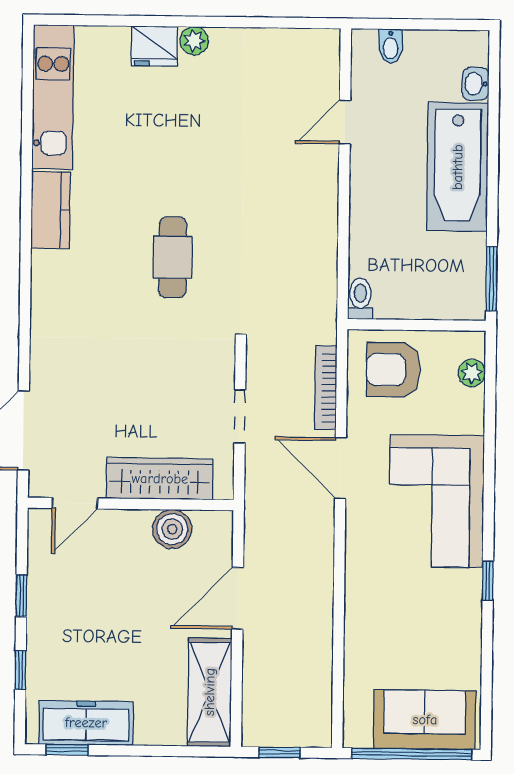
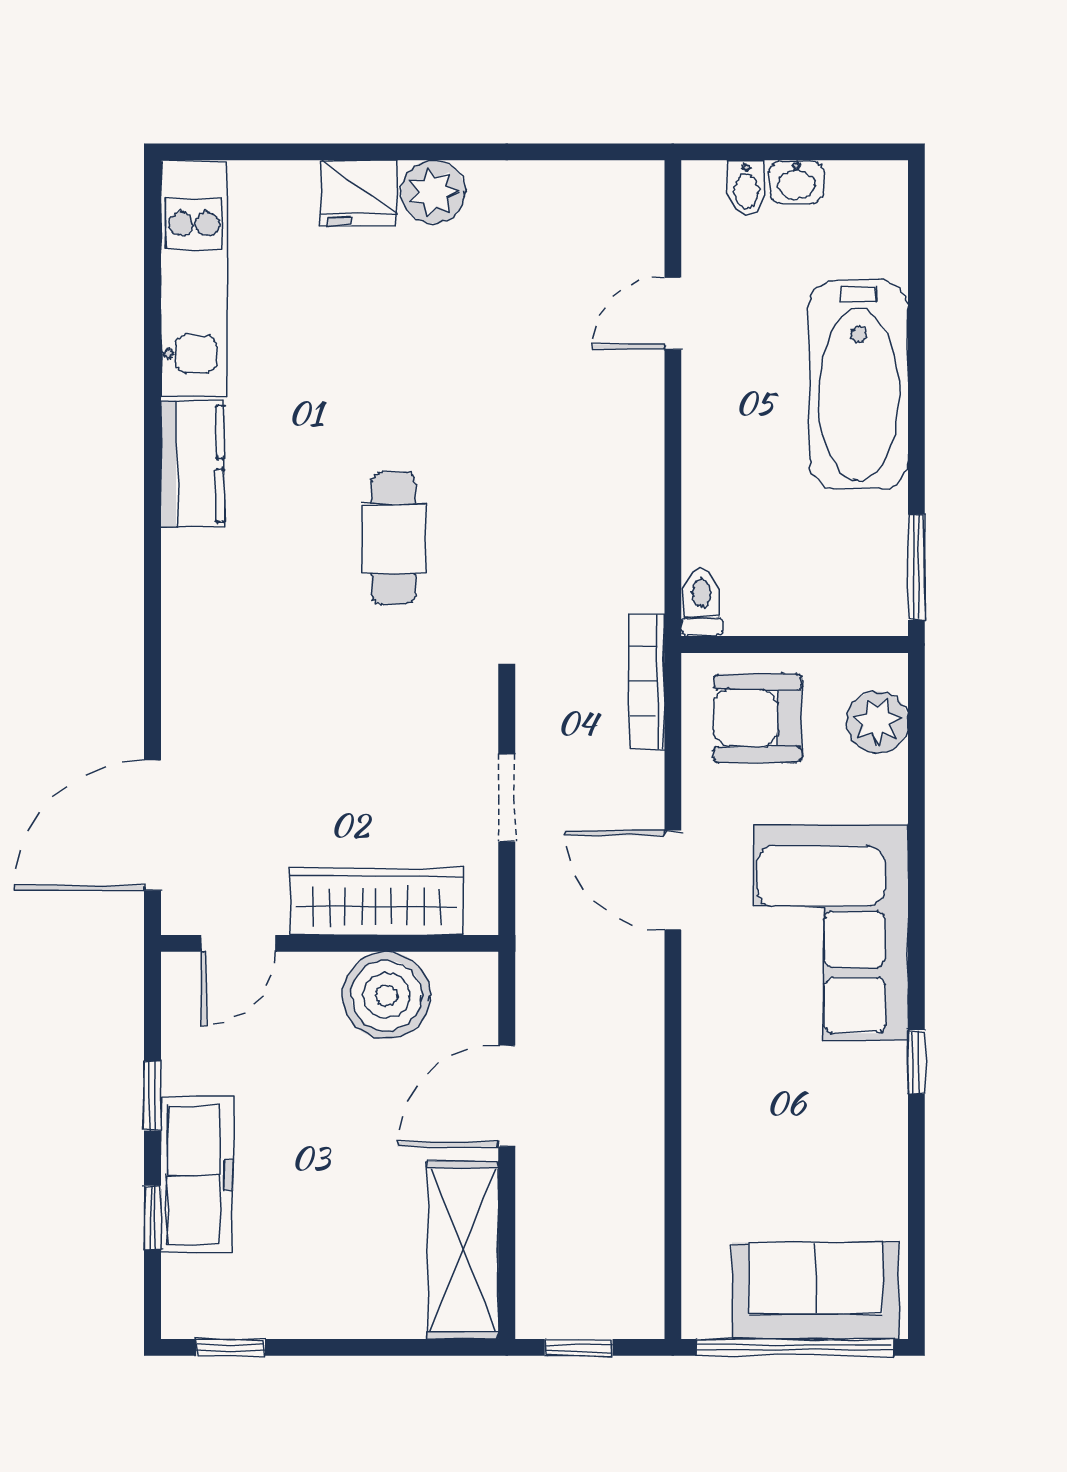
plant: (194, 41) -> (433, 192), width x1.38, depth x1.38
washbasin: (476, 84) -> (796, 182), moved, turned -90
plant: (472, 373) -> (877, 722), width x1.38, depth x1.38
bookcase: (326, 388) -> (647, 682), moved
boiler: (172, 529) -> (386, 995), width x1.37, depth x1.37
freezer: (86, 723) -> (197, 1175), moved, turned 90

